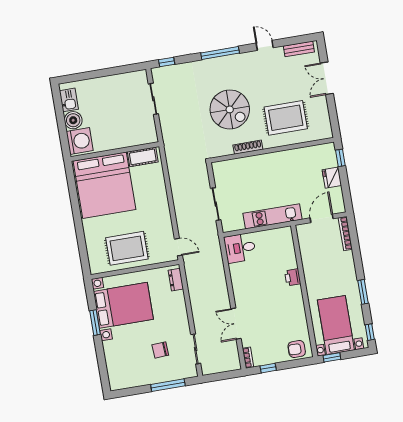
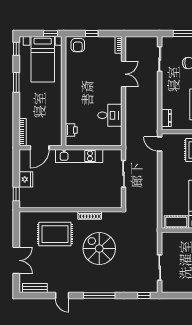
desk: (240, 248) -> (110, 115), moved
printer: (293, 277) -> (71, 130), moved
armchair: (297, 349) -> (78, 45), turned 90
window: (268, 368) -> (92, 34), moved

